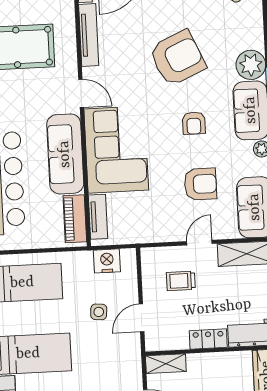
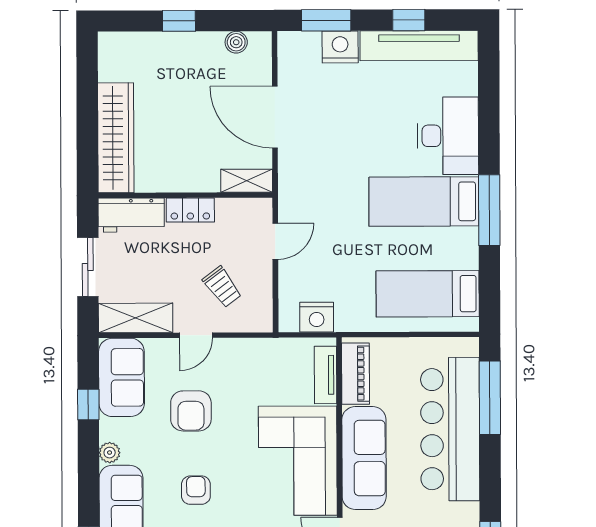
armchair: (200, 184) -> (191, 411), turned -90
trolley: (181, 281) -> (222, 287), turned 53
side table: (99, 312) -> (330, 252), removed

